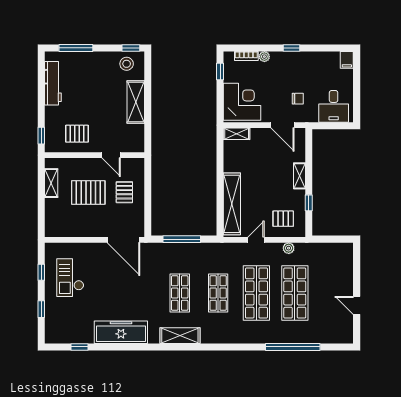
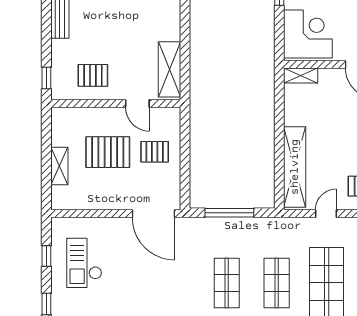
shelving: (136, 102) -> (169, 69), moved
shelving: (51, 183) -> (59, 166), moved
pallet: (124, 192) -> (155, 152), turned 90

